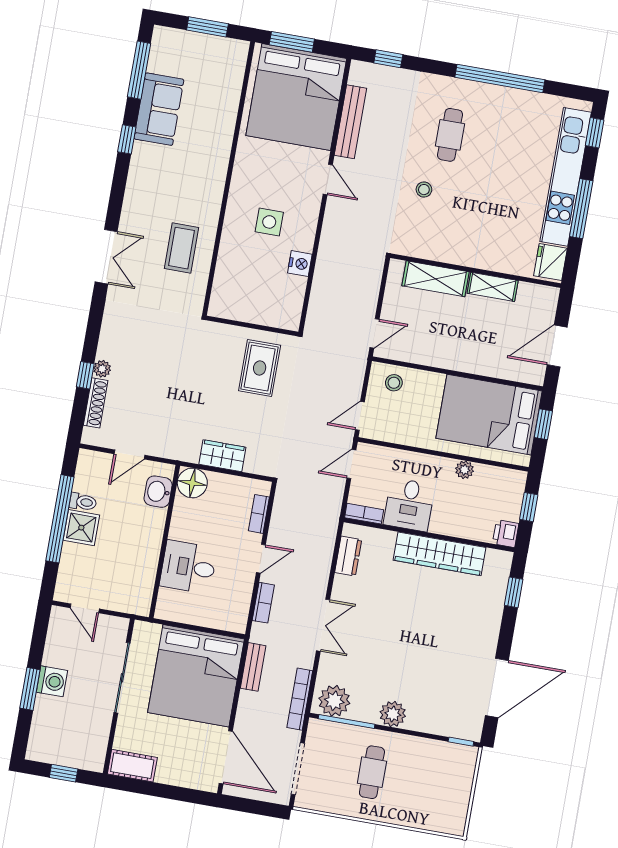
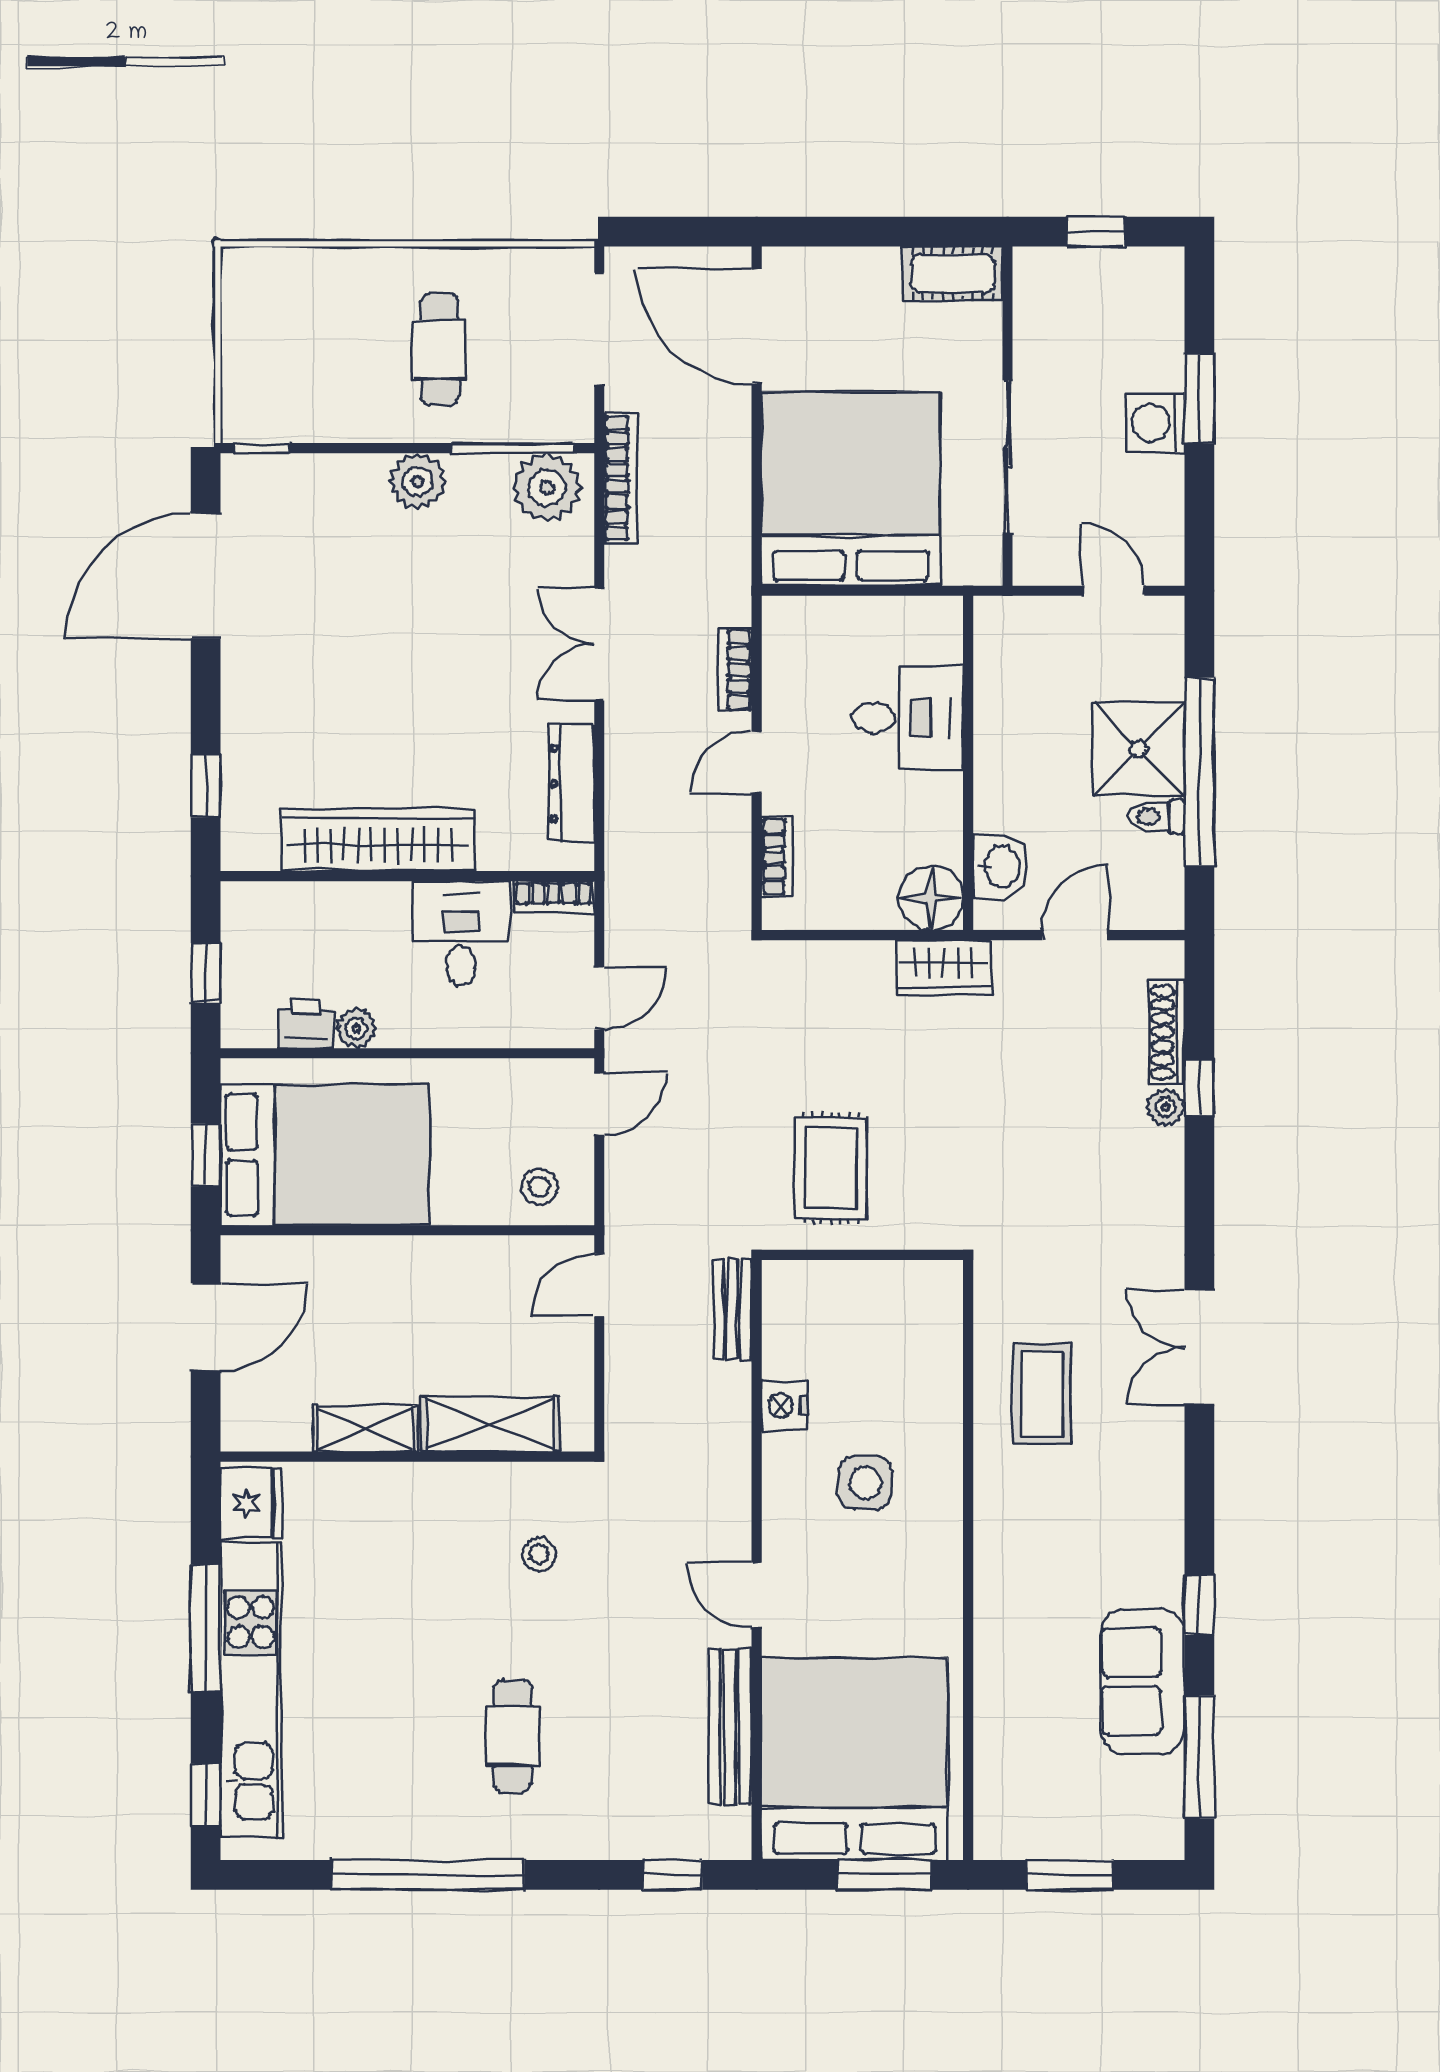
stool: (424, 190) -> (539, 1554), moved
wardrobe: (222, 456) -> (944, 967), moved
shower: (81, 528) -> (1138, 749), width x1.36, depth x1.36
printer: (506, 534) -> (306, 1024), moved, turned -90
dresser: (348, 556) -> (572, 783), width x1.44
bench: (253, 667) -> (732, 1309), moved

